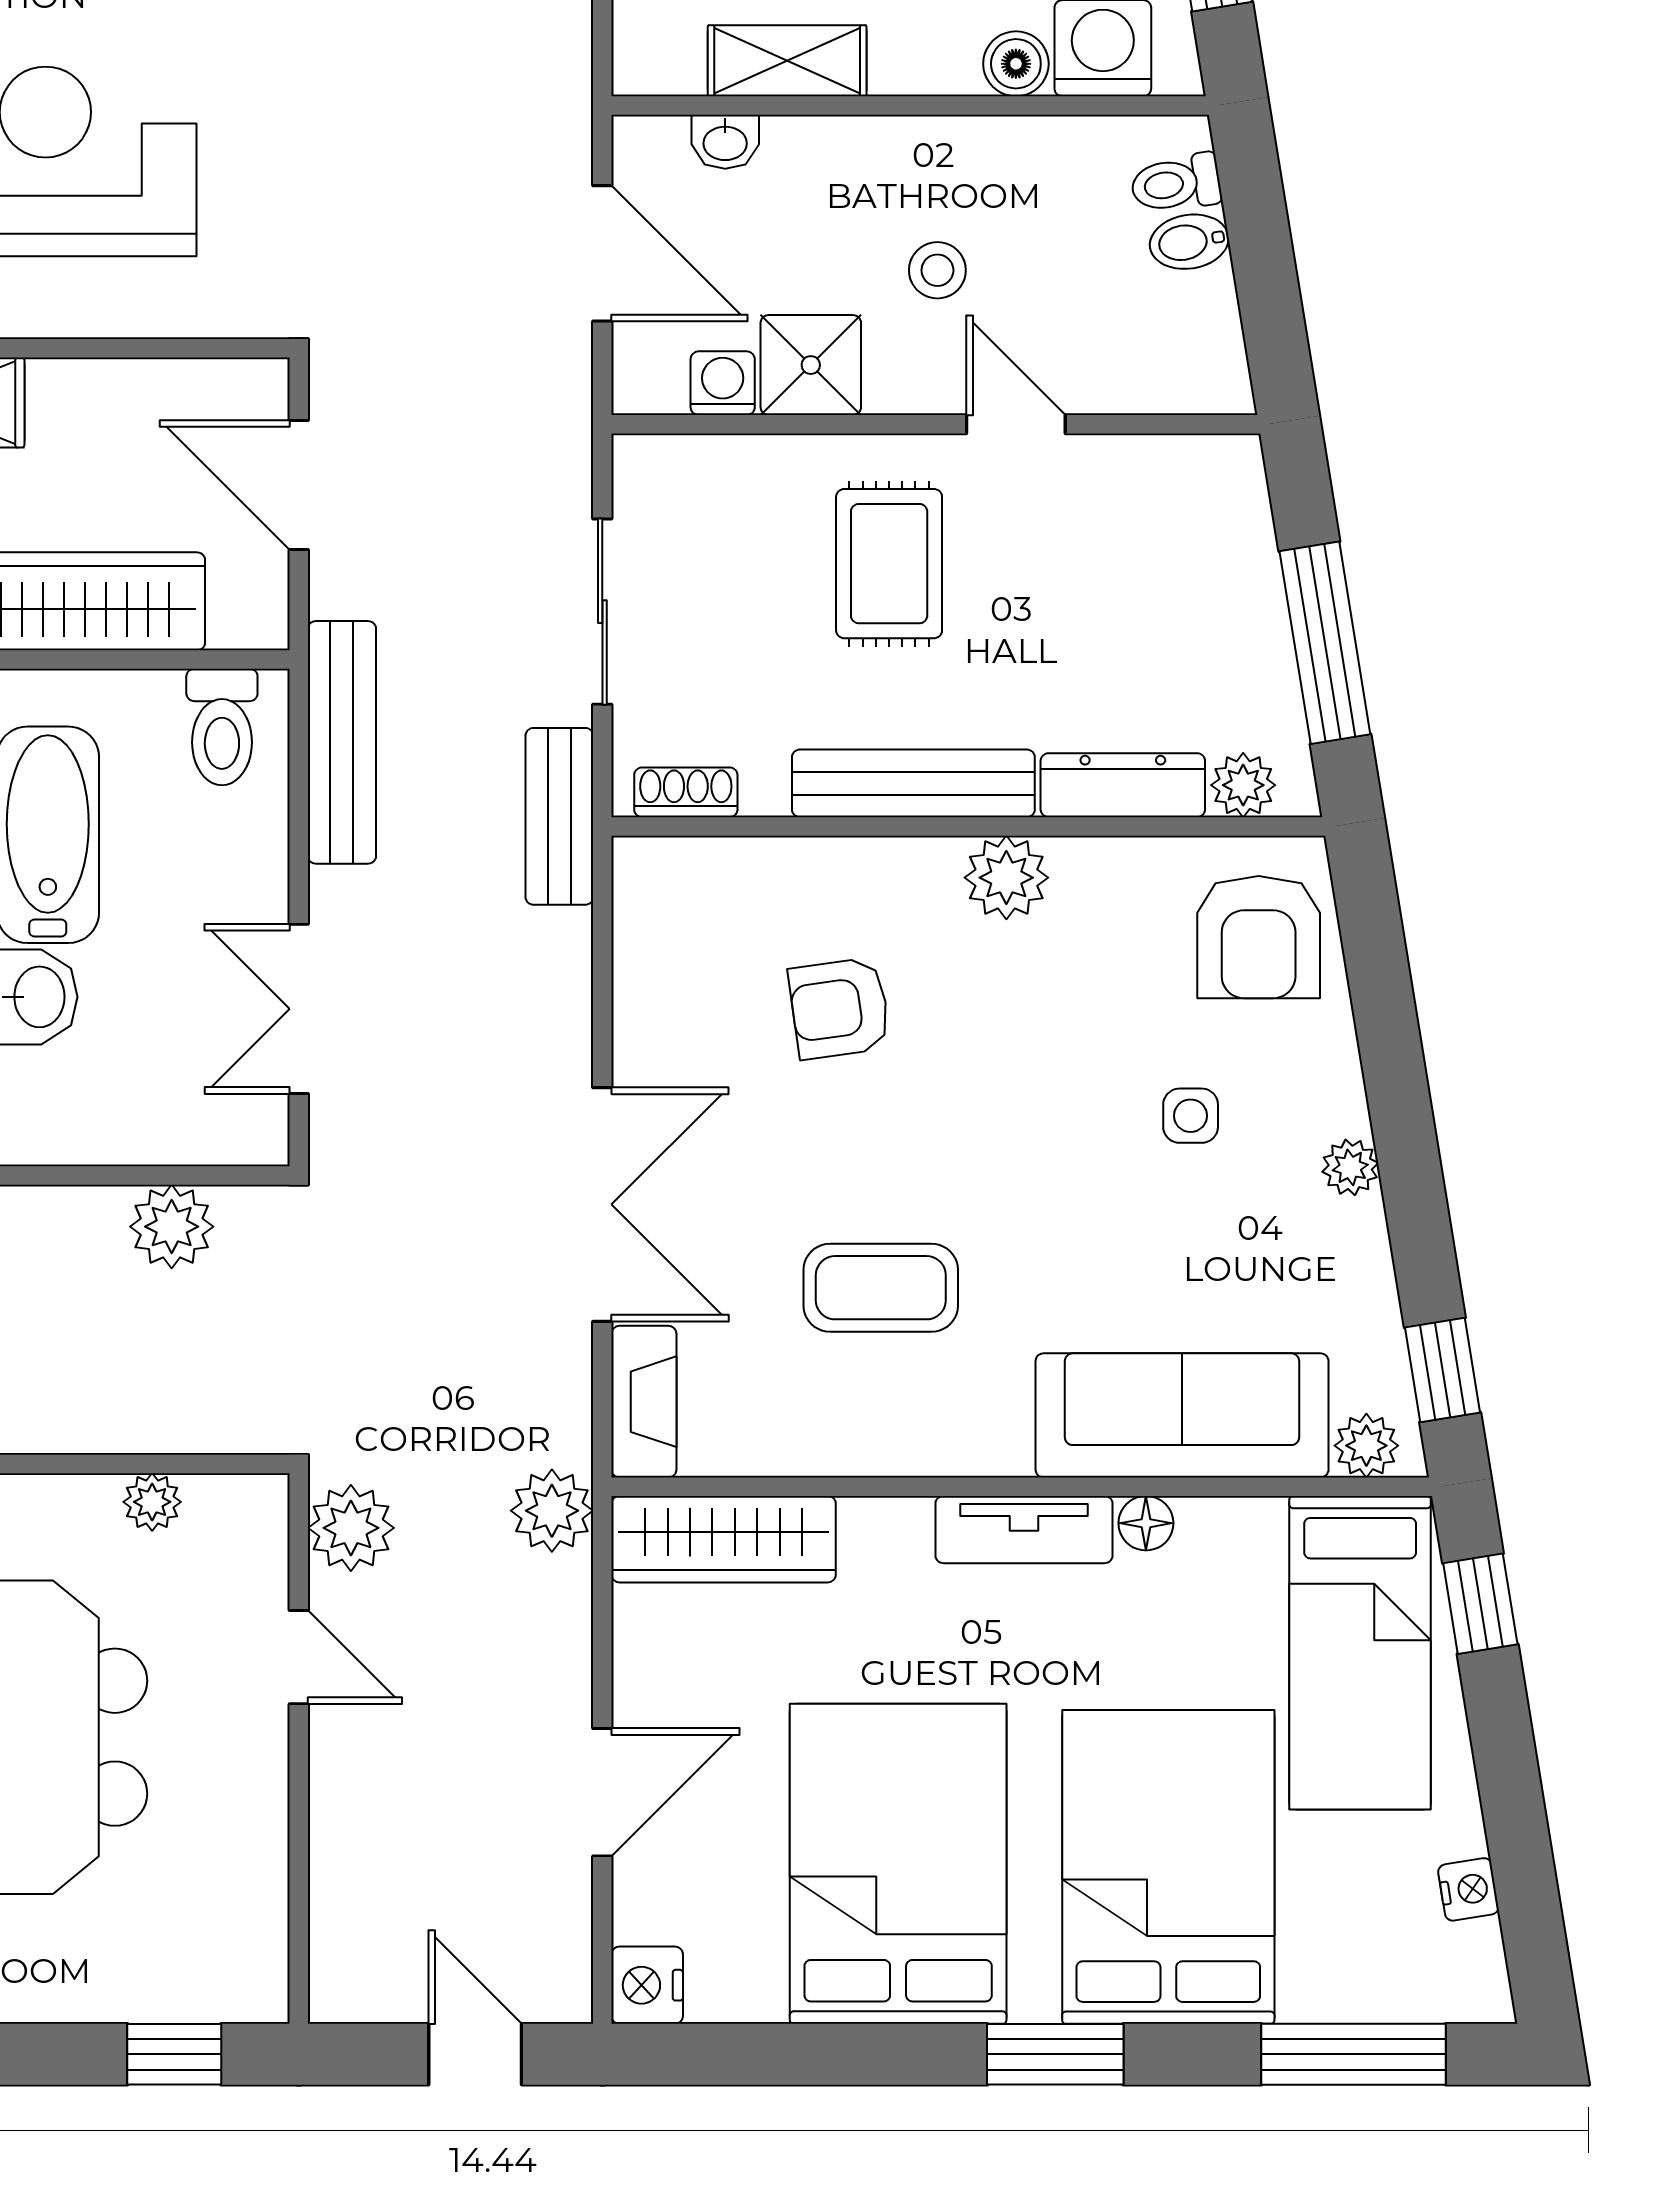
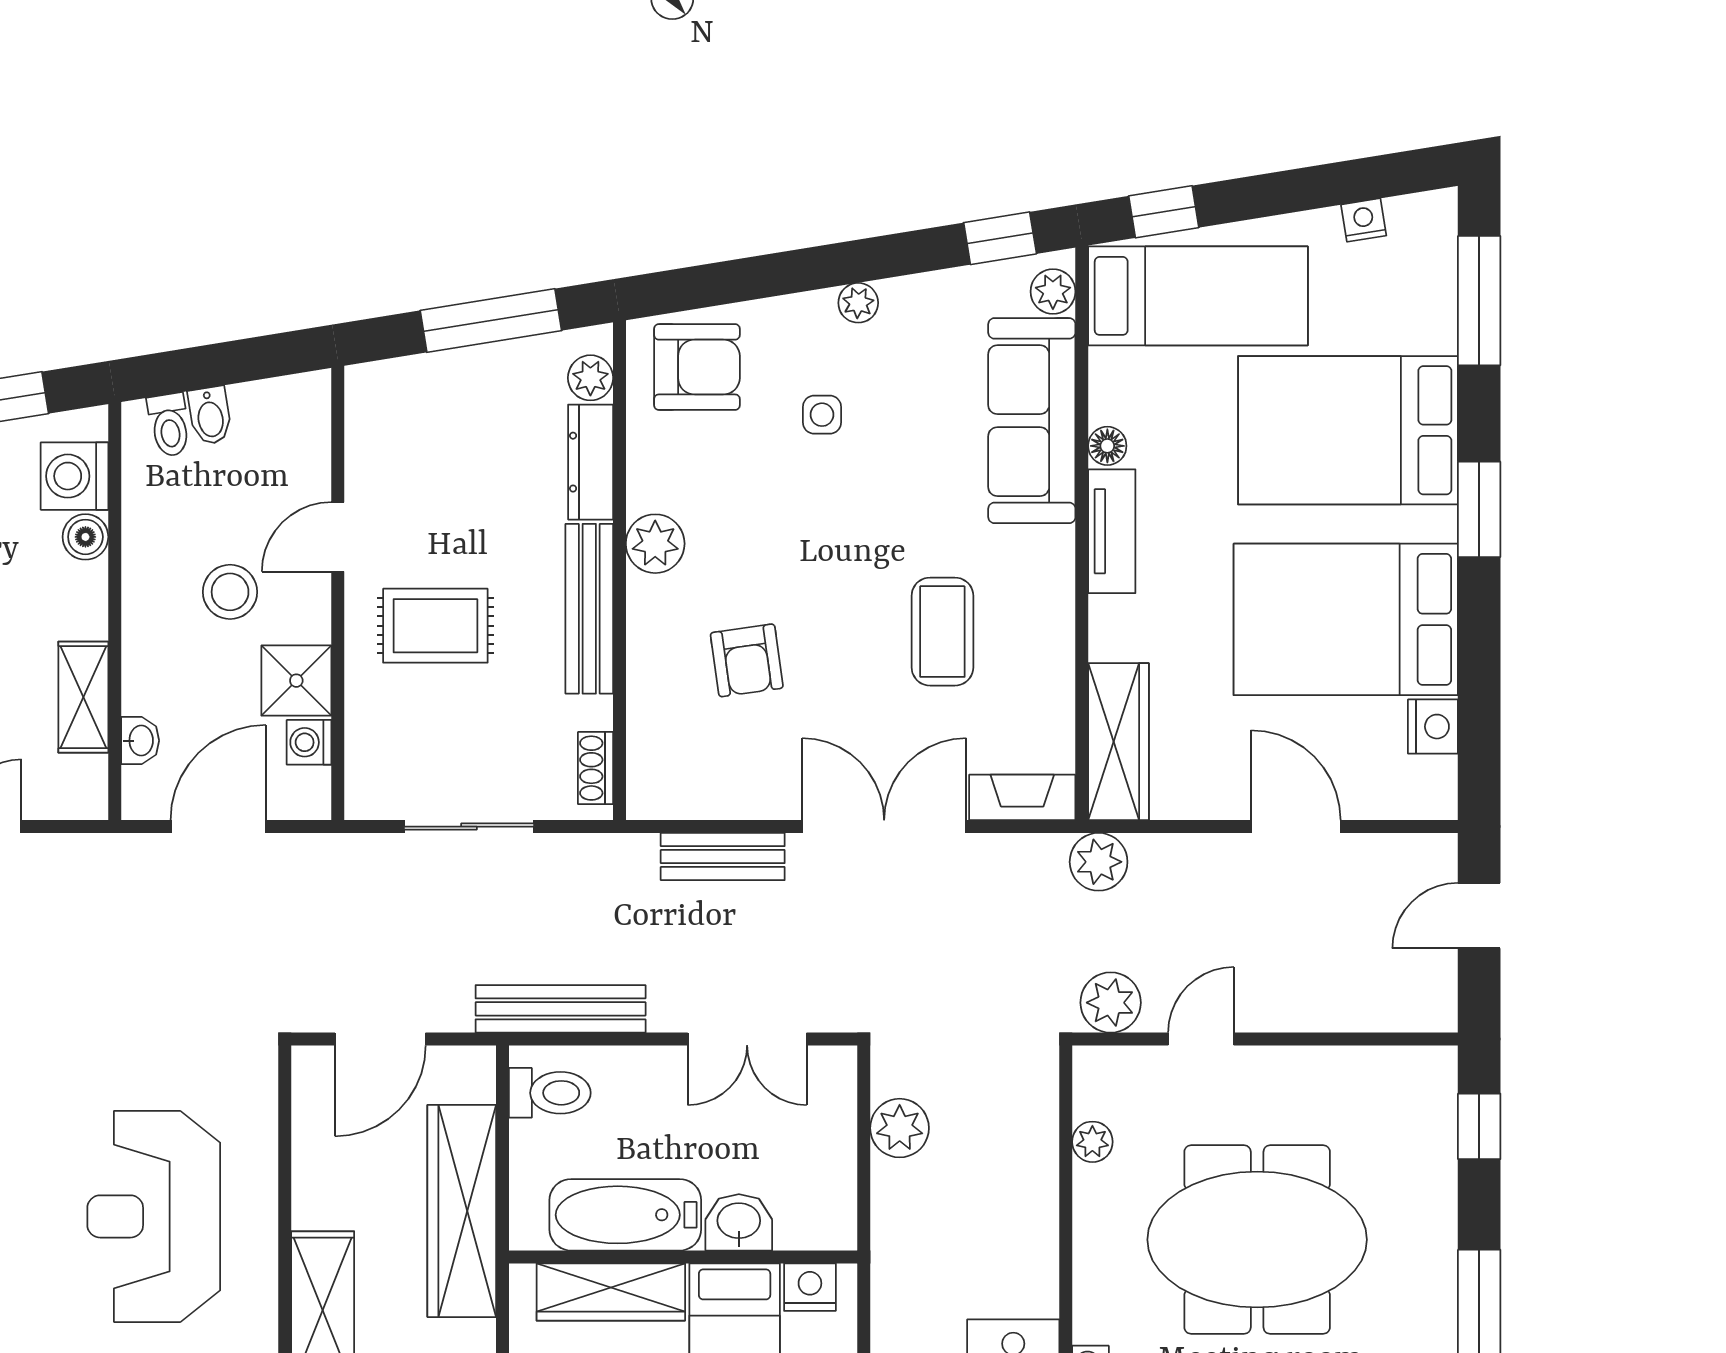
stool: (937, 270) -> (230, 592), width x1.37, depth x1.37
bench: (559, 816) -> (723, 857), moved
nightstand: (647, 1985) -> (1433, 727), moved, turned -90

